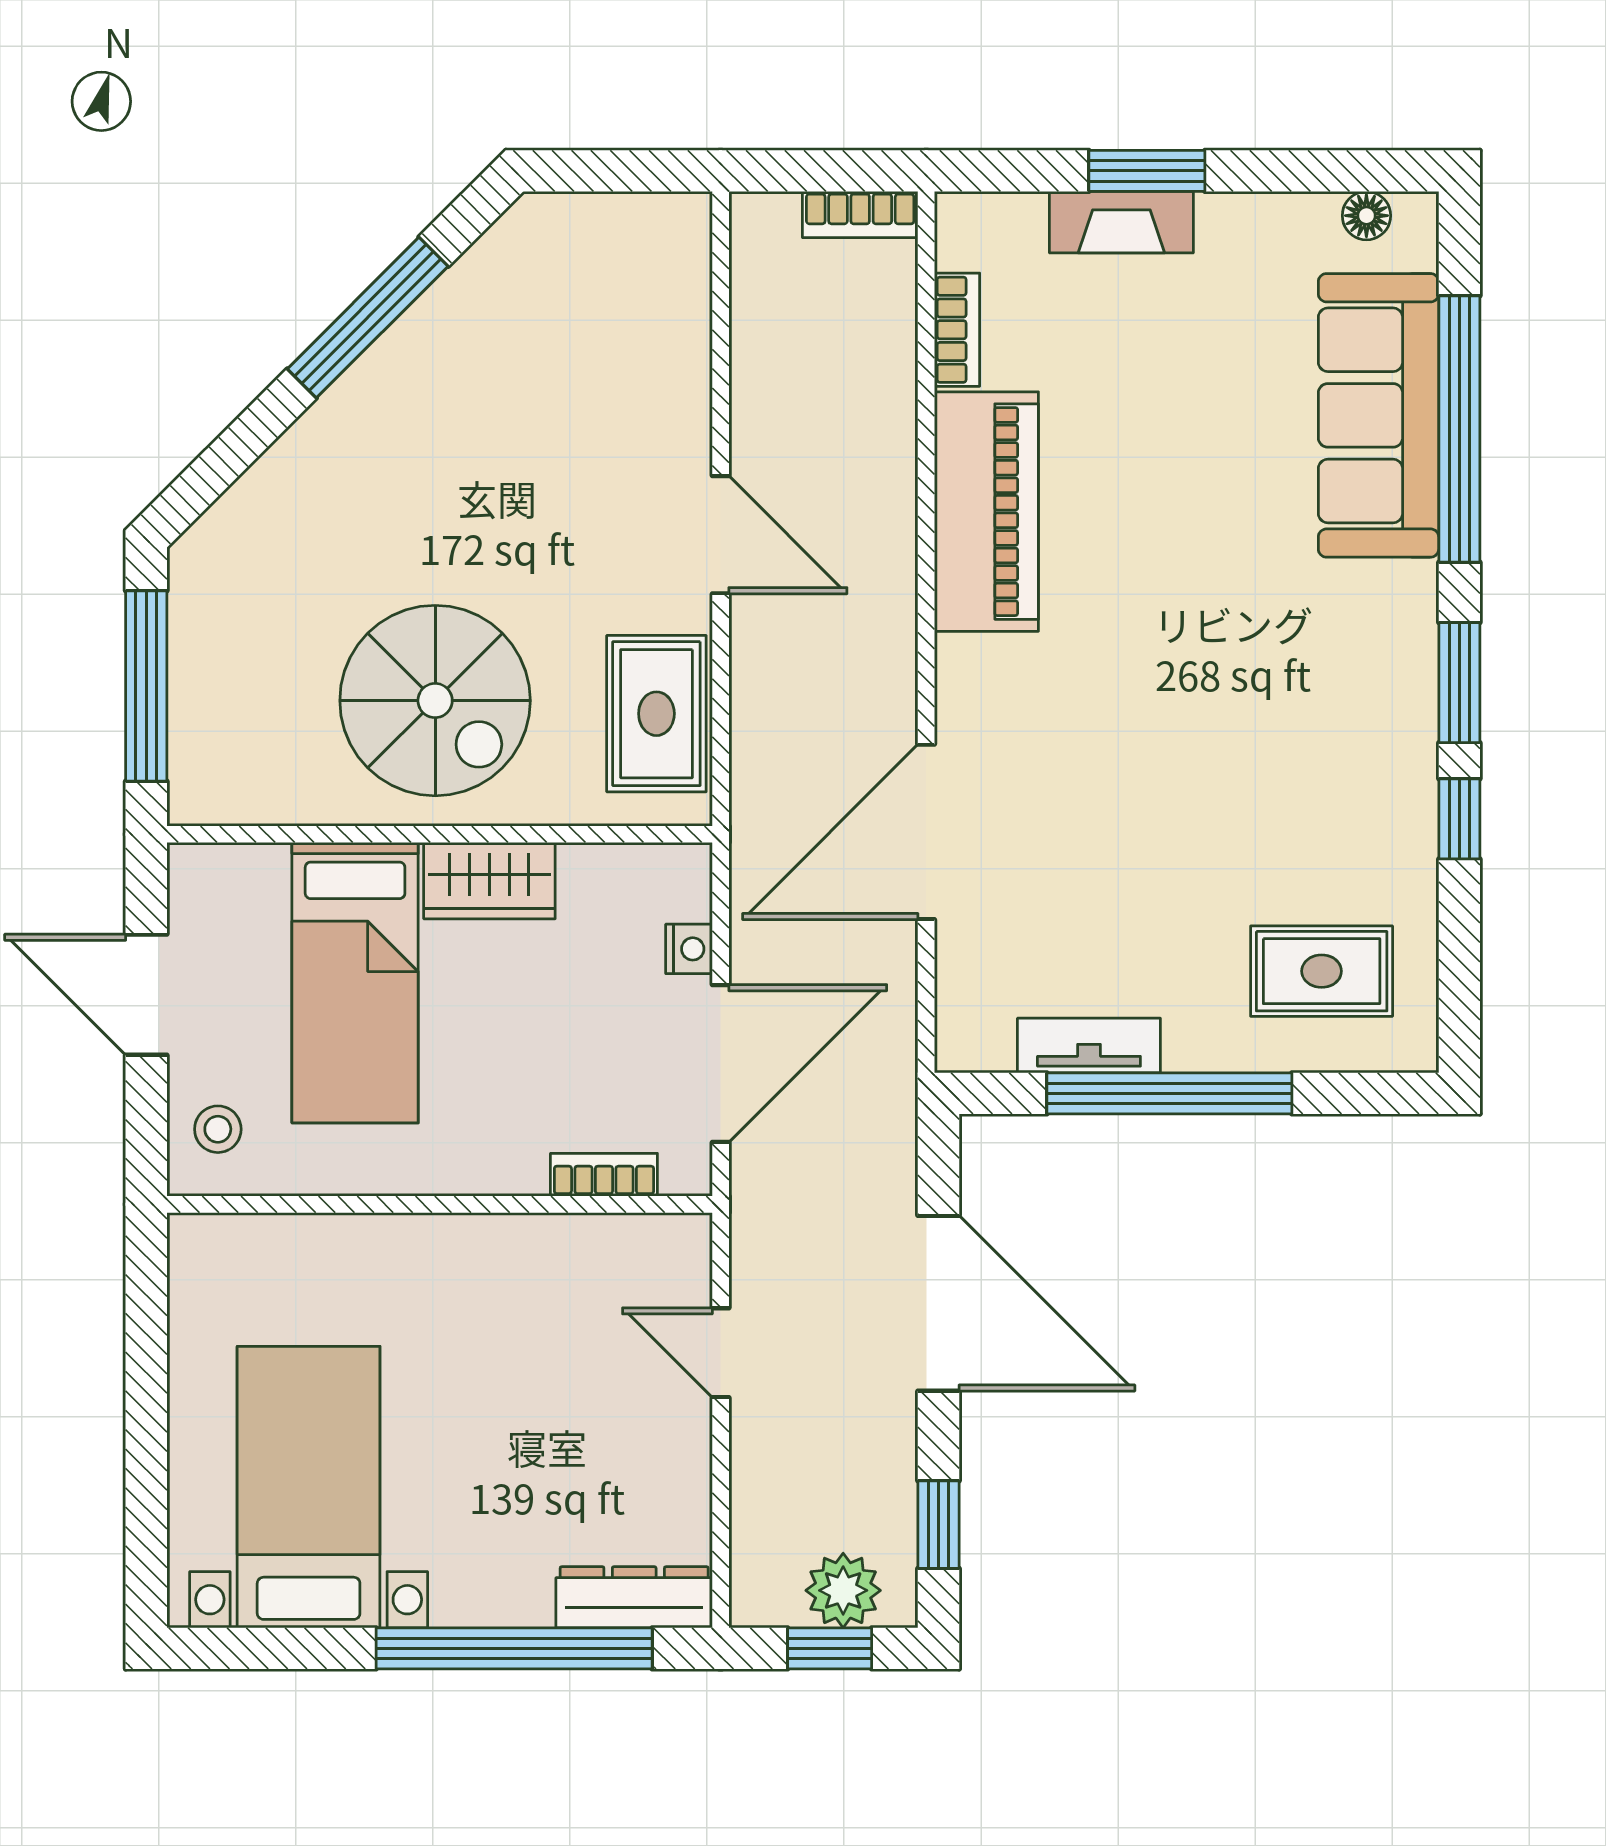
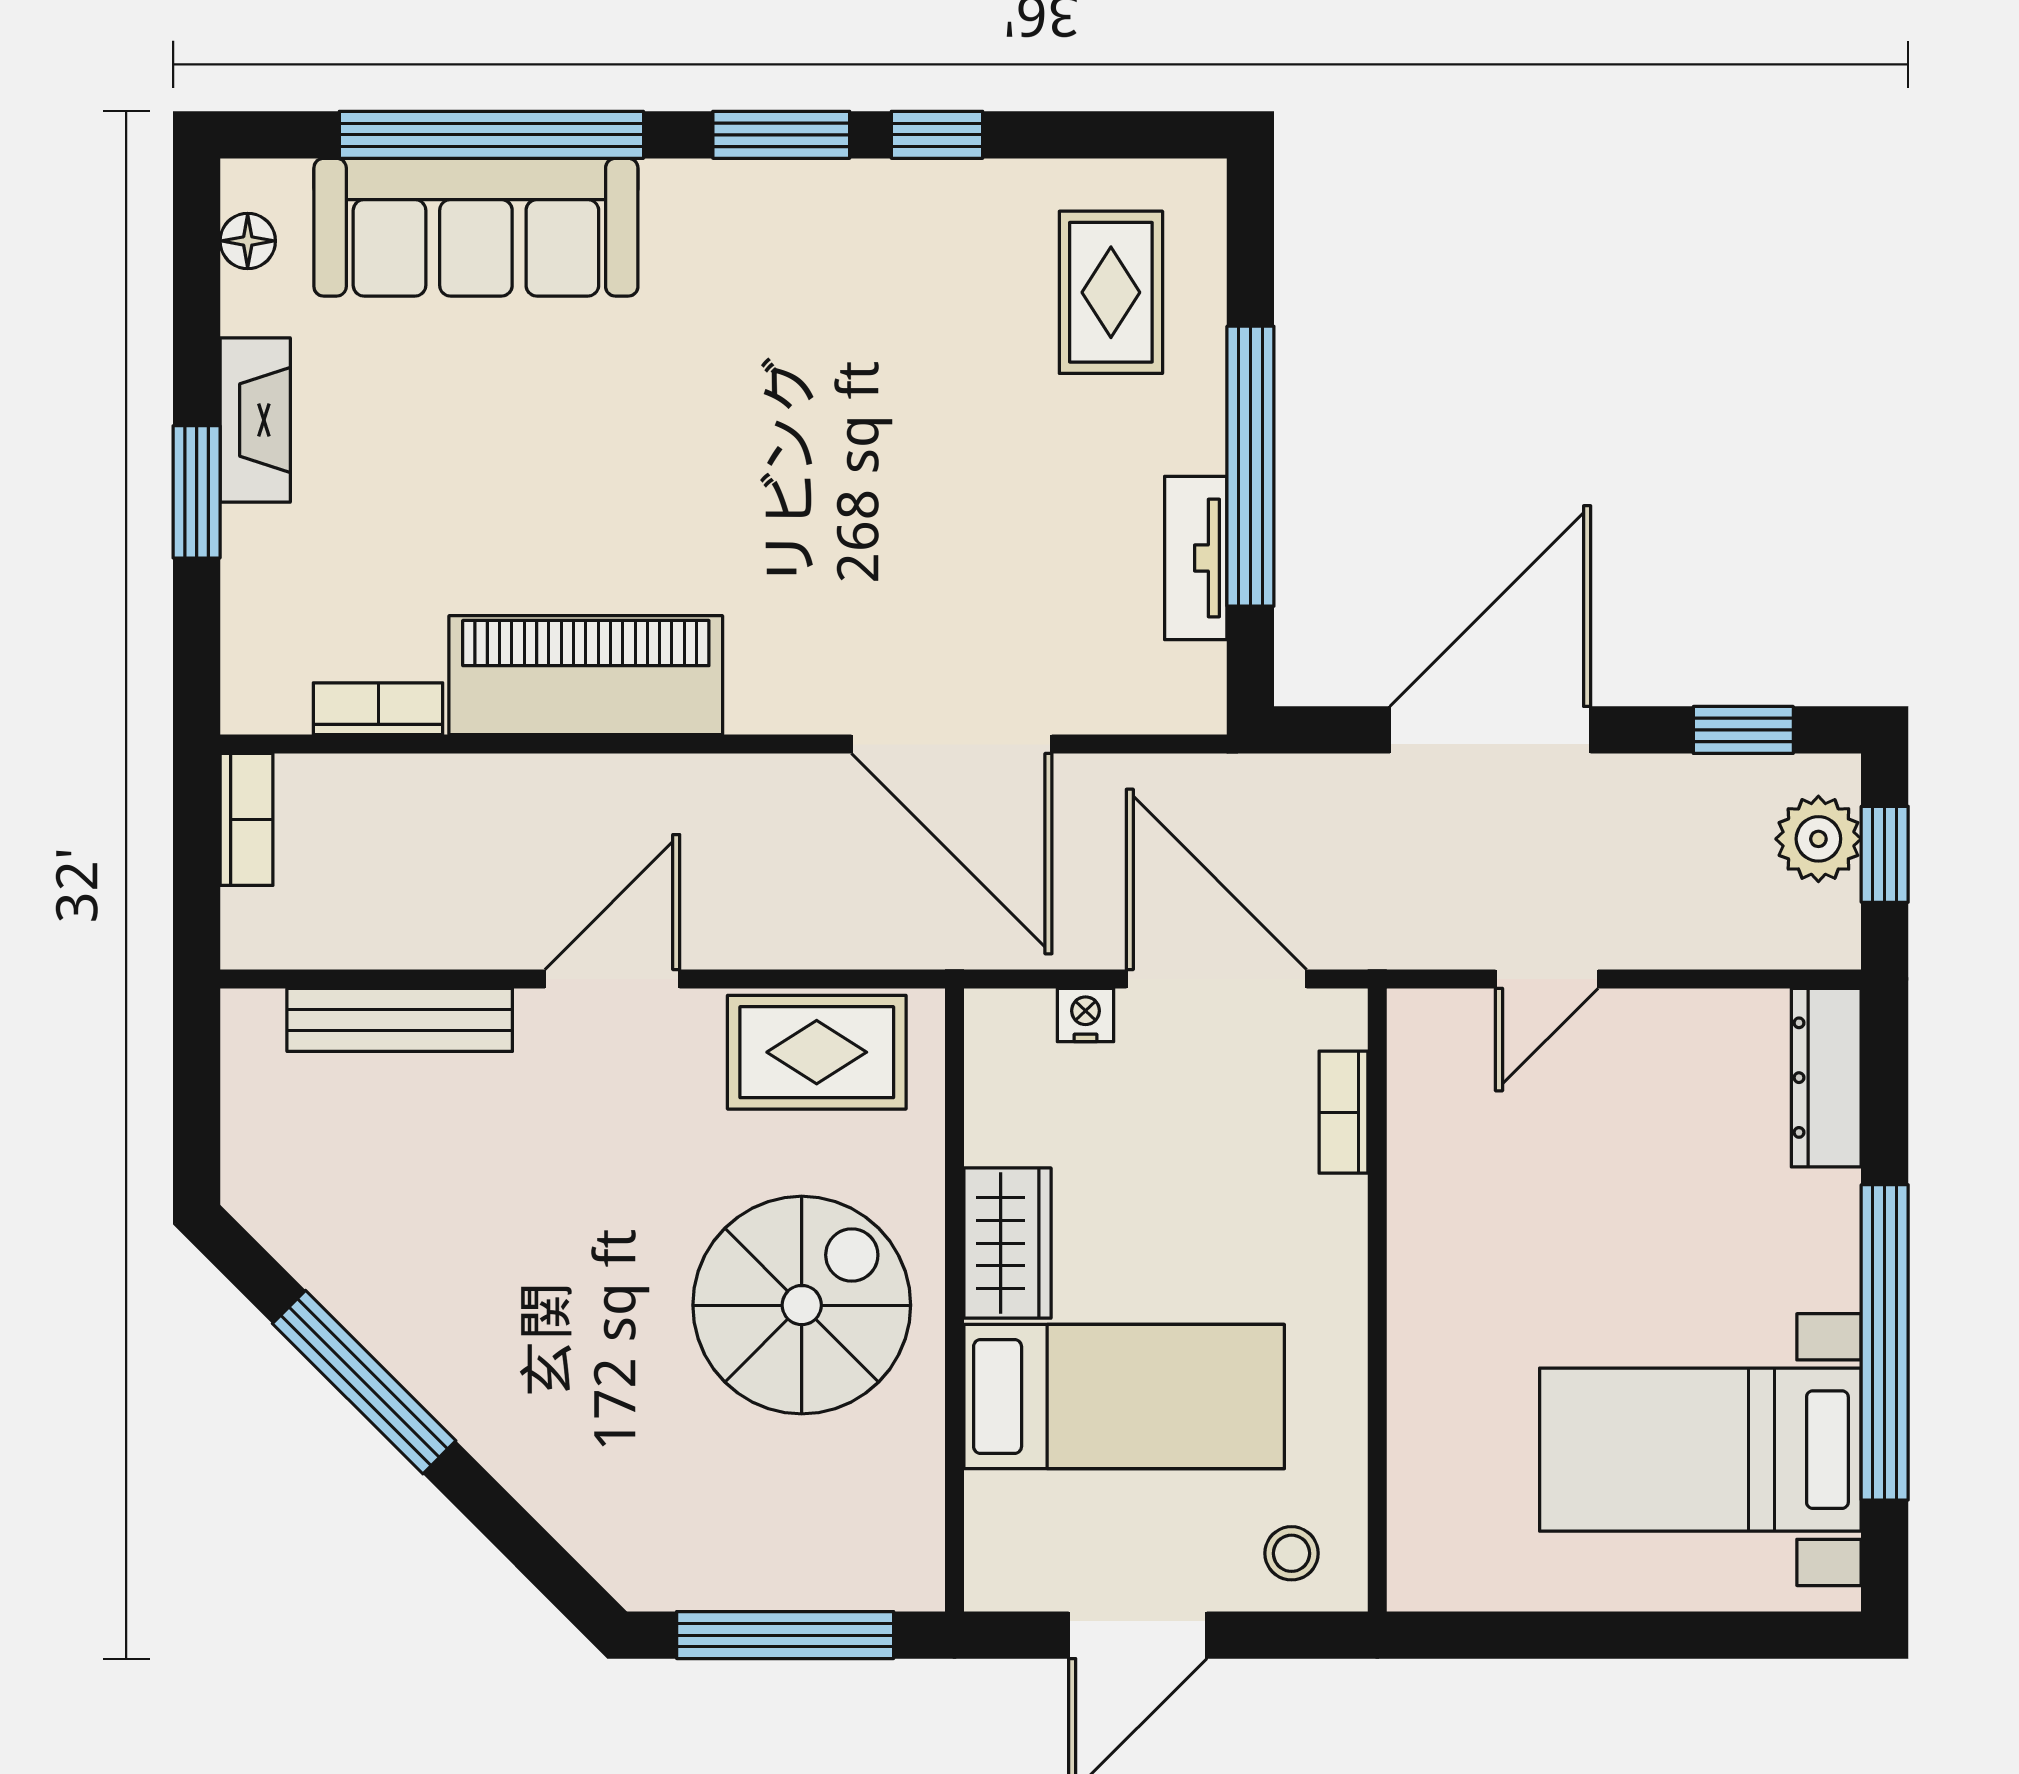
fireplace: (1121, 222) -> (255, 420), moved
bench: (685, 349) -> (400, 1020), added
window: (514, 1648) -> (1885, 1342), moved

